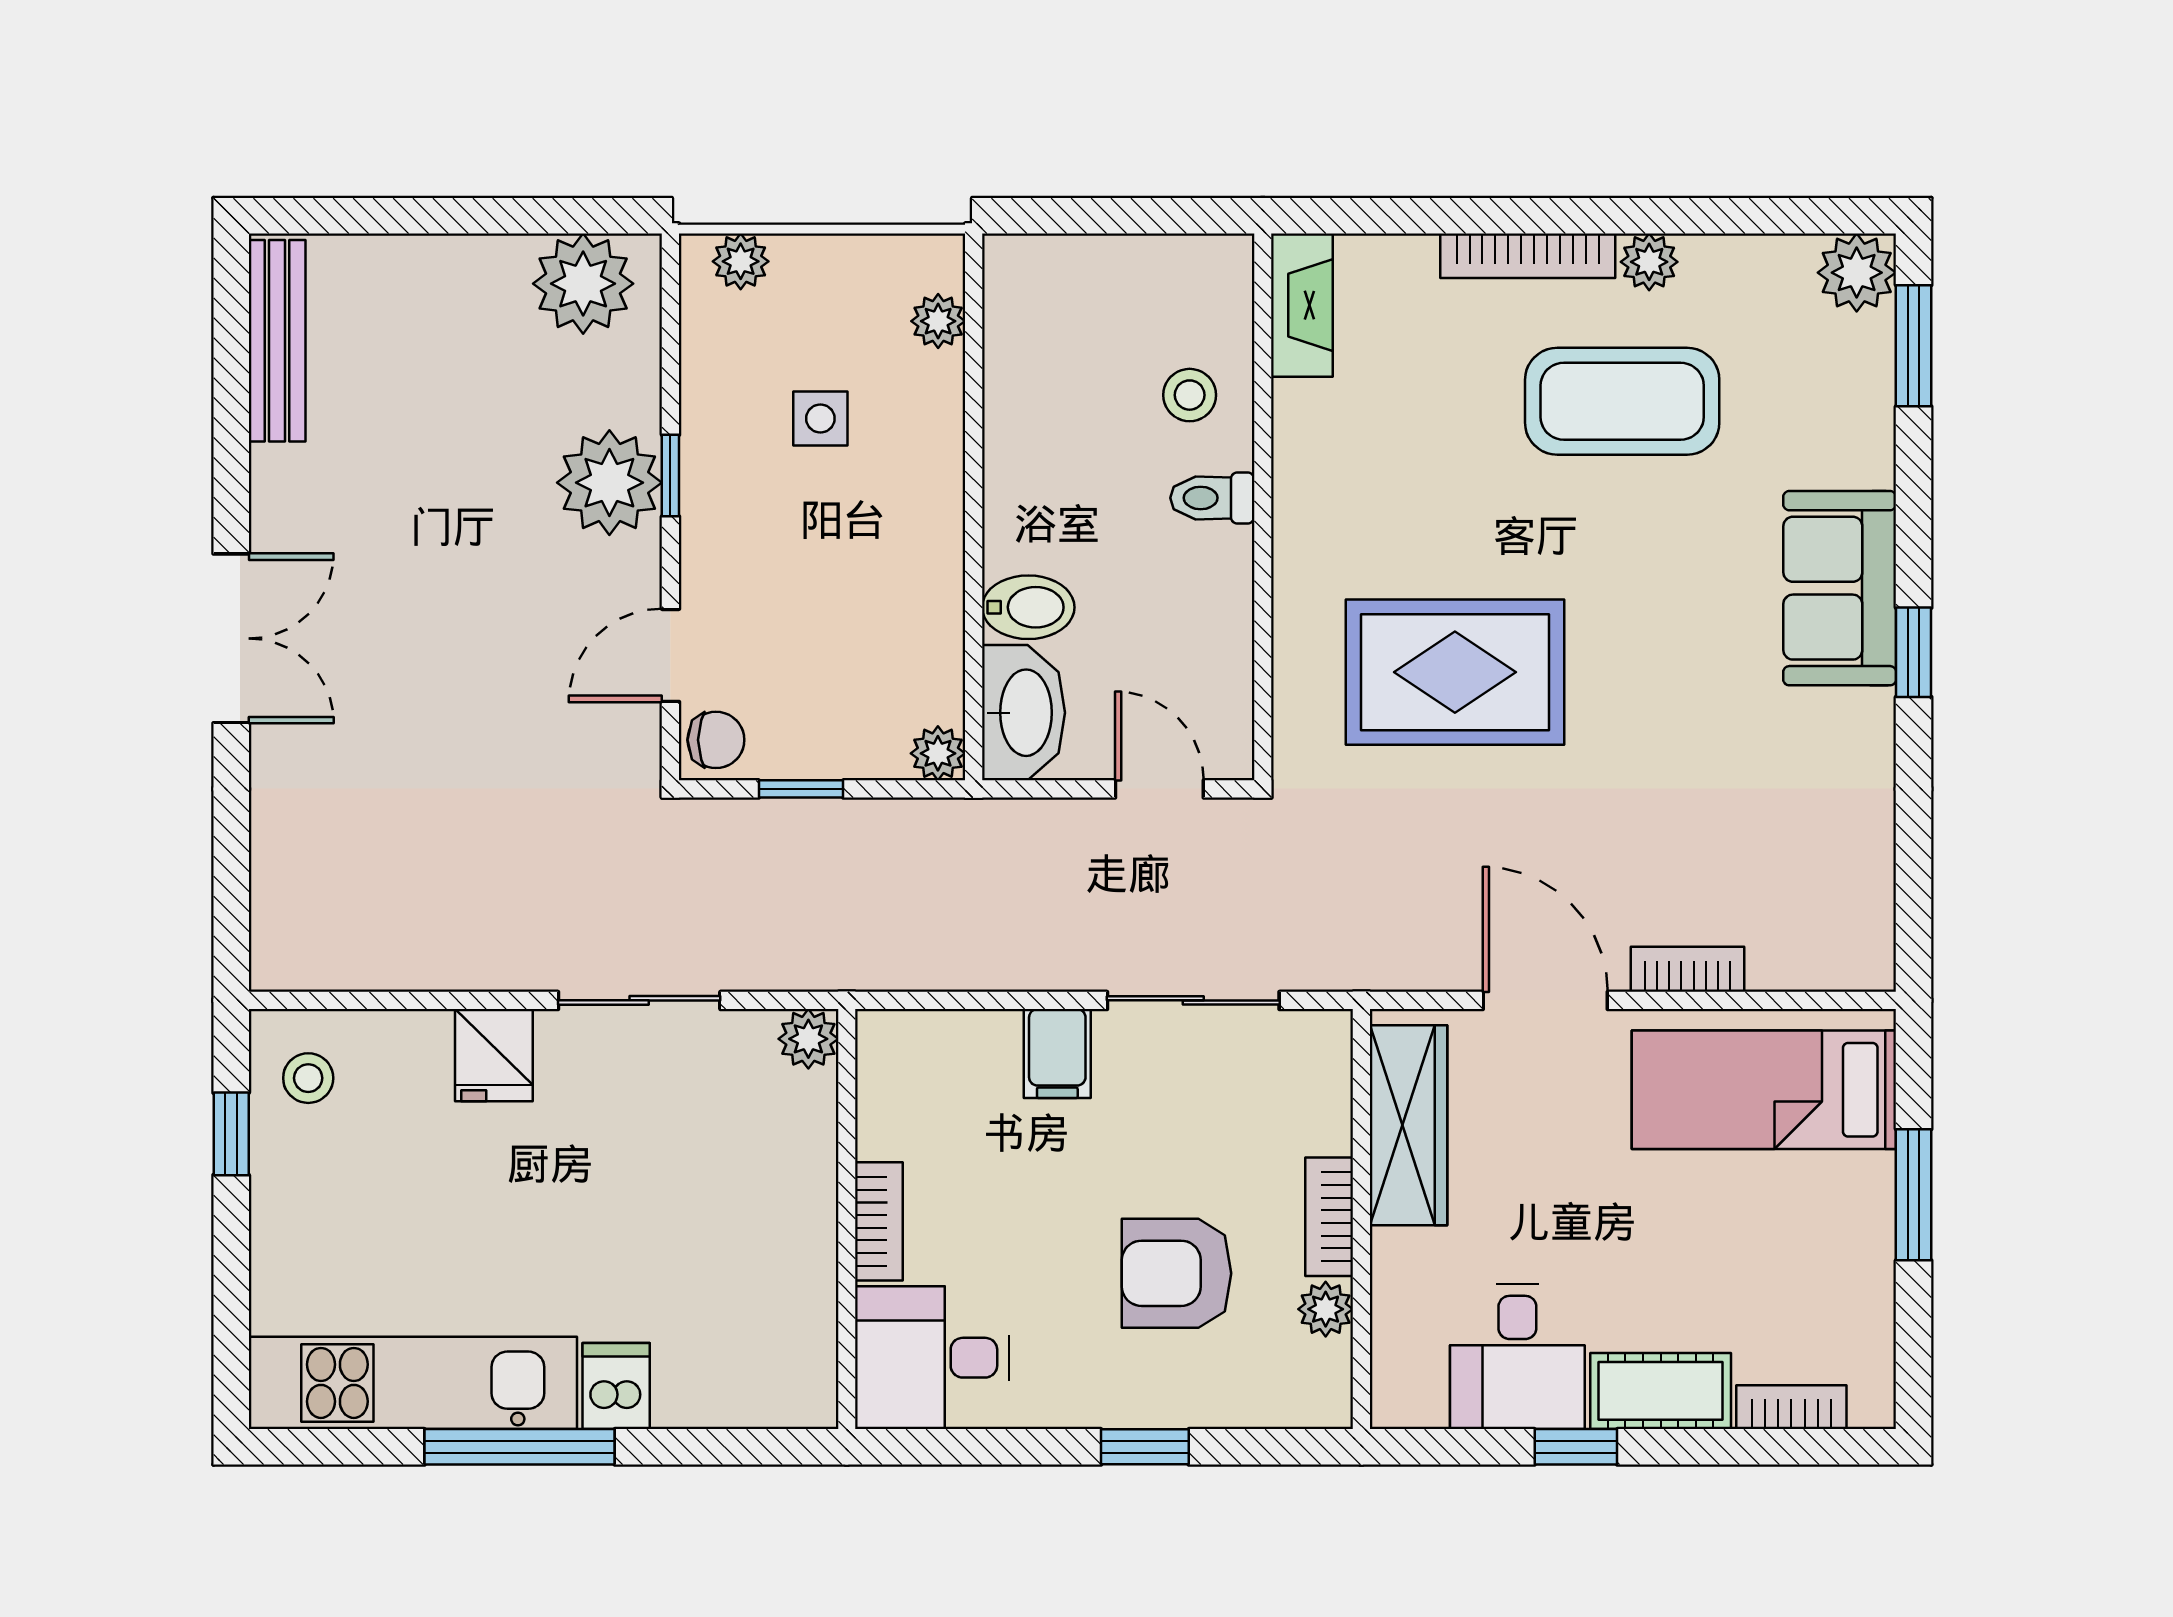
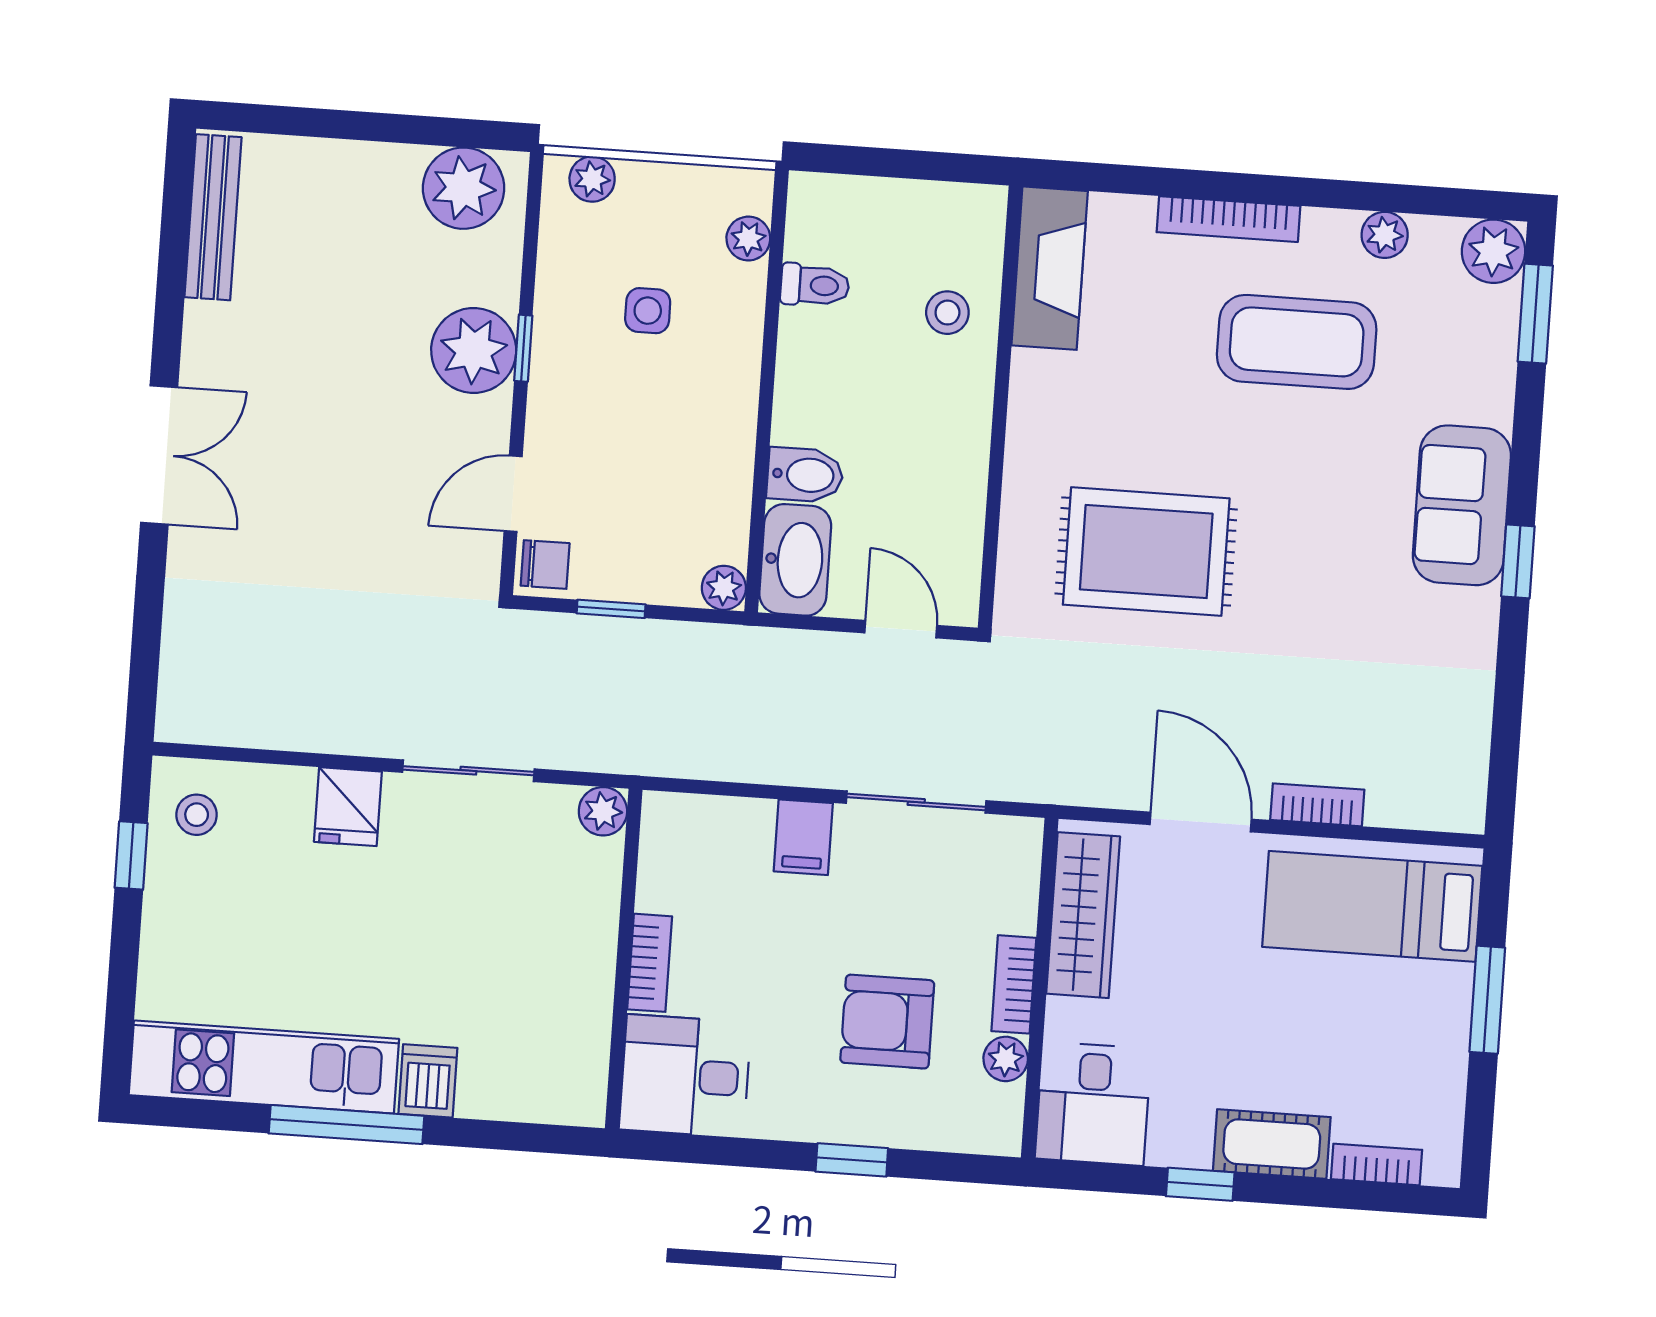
plant: (1649, 262) -> (1385, 235), moved
fireplace: (1302, 305) -> (1050, 268), width x1.37, depth x1.32
toilet: (1212, 498) -> (815, 285), moved, turned 180
desk: (1517, 1357) -> (1093, 1104), moved

